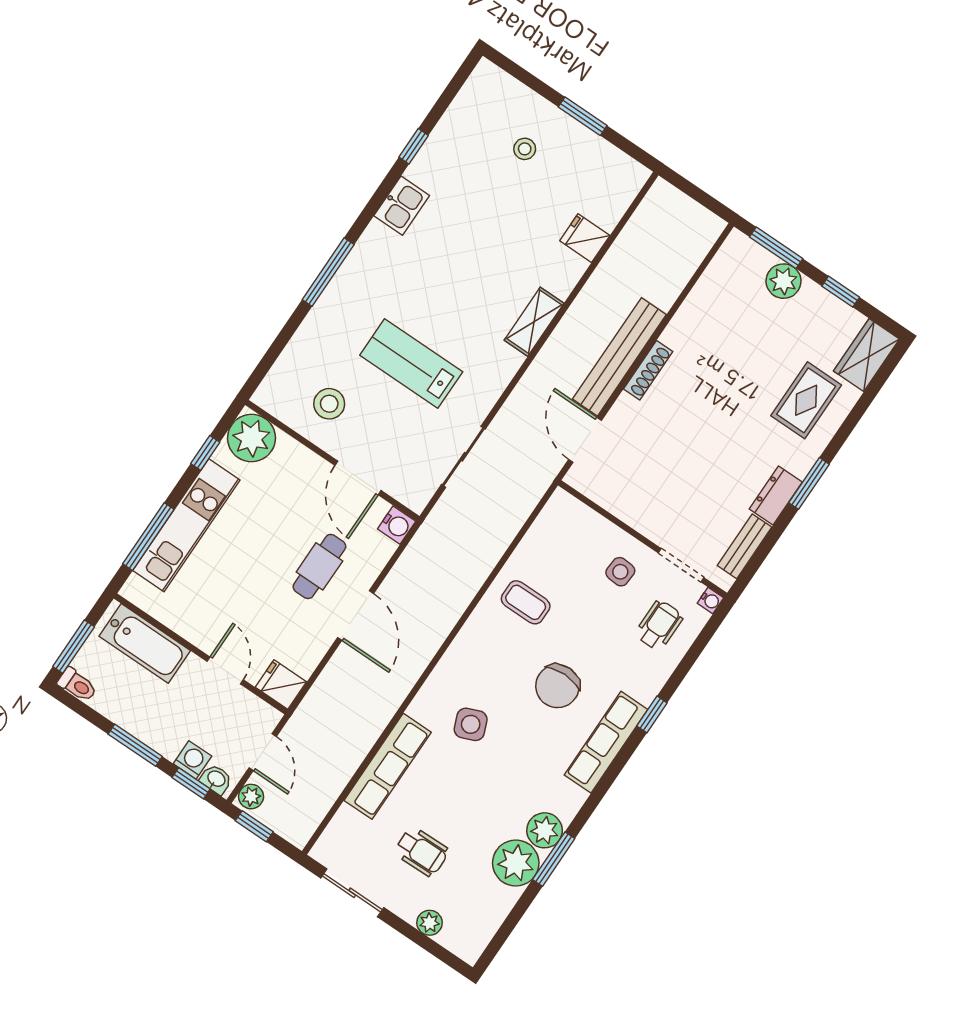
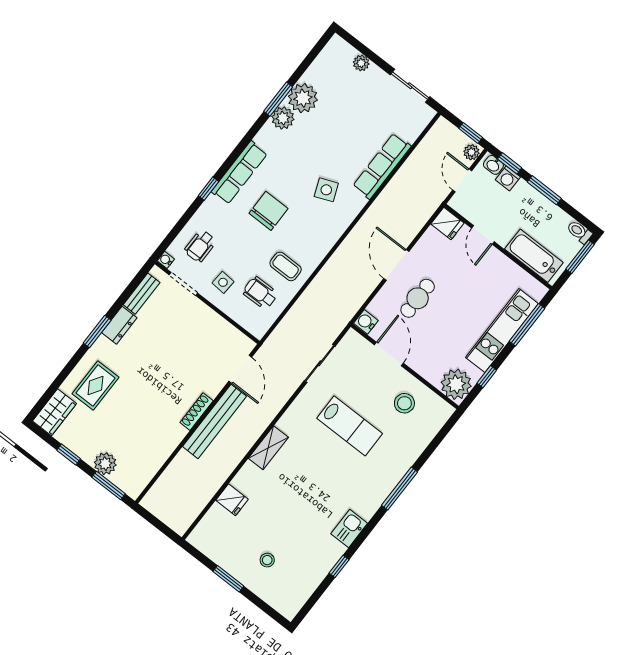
wheelchair: (422, 852) -> (260, 293), moved

